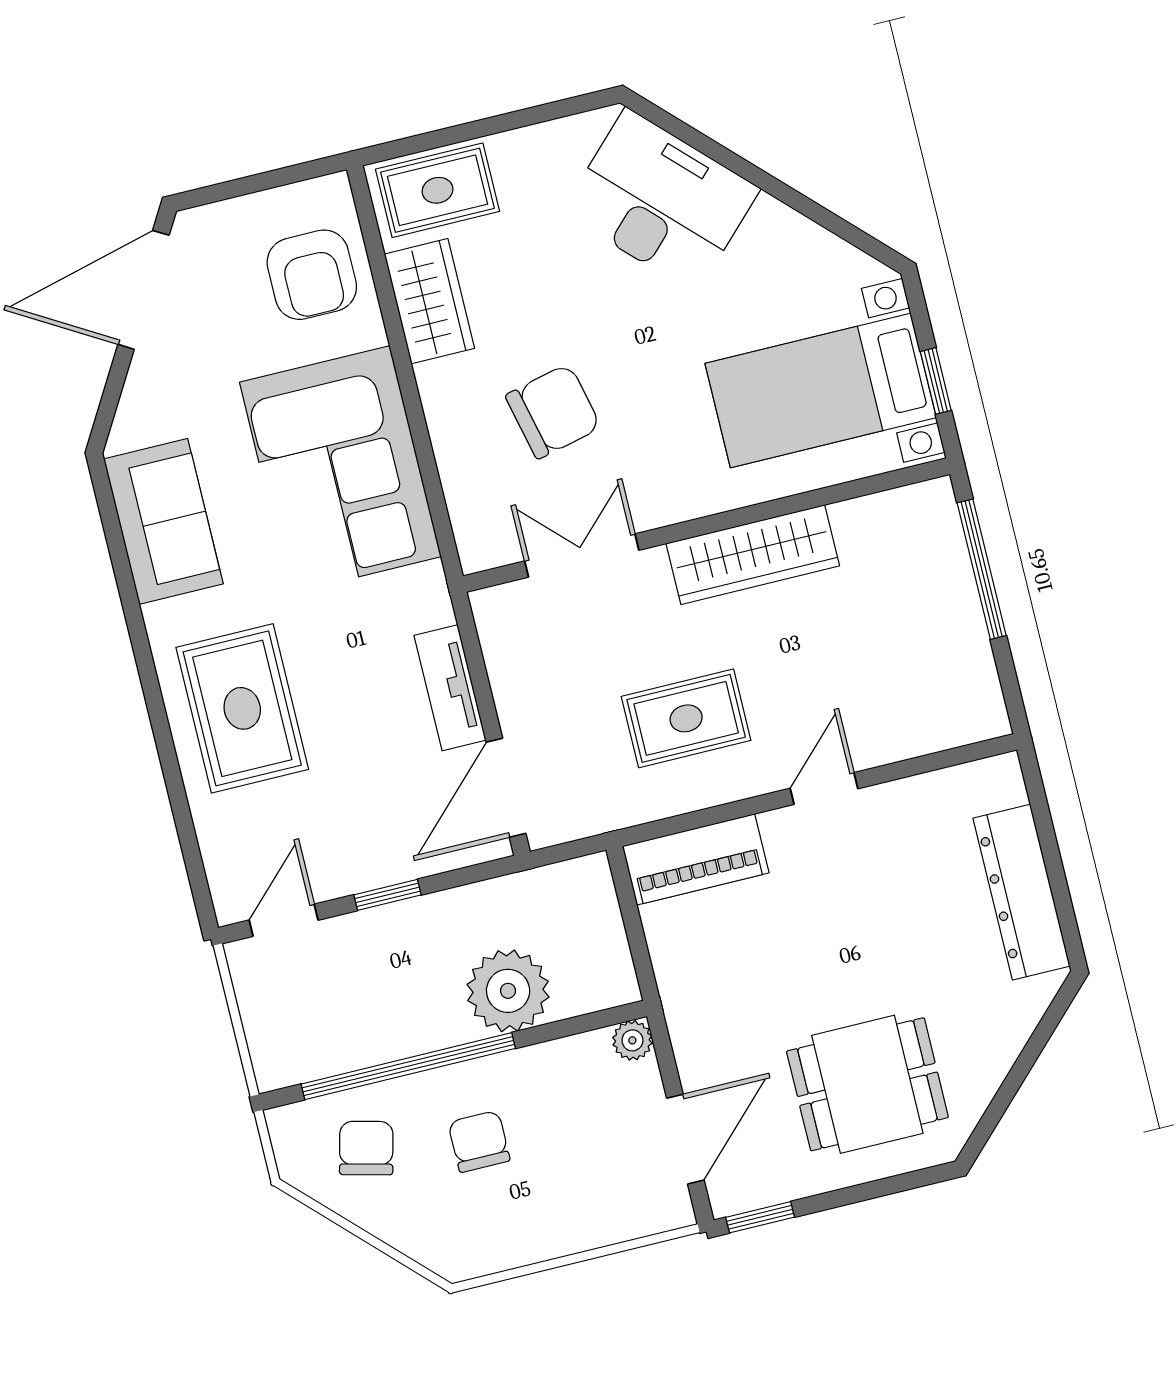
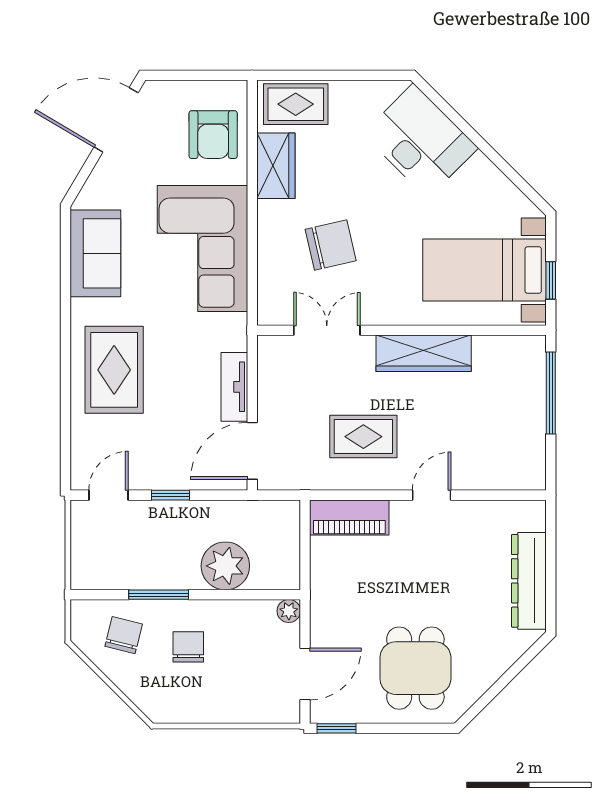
window: (408, 1066) -> (159, 595), width x0.47
dining table: (867, 1084) -> (415, 668), turned 90

